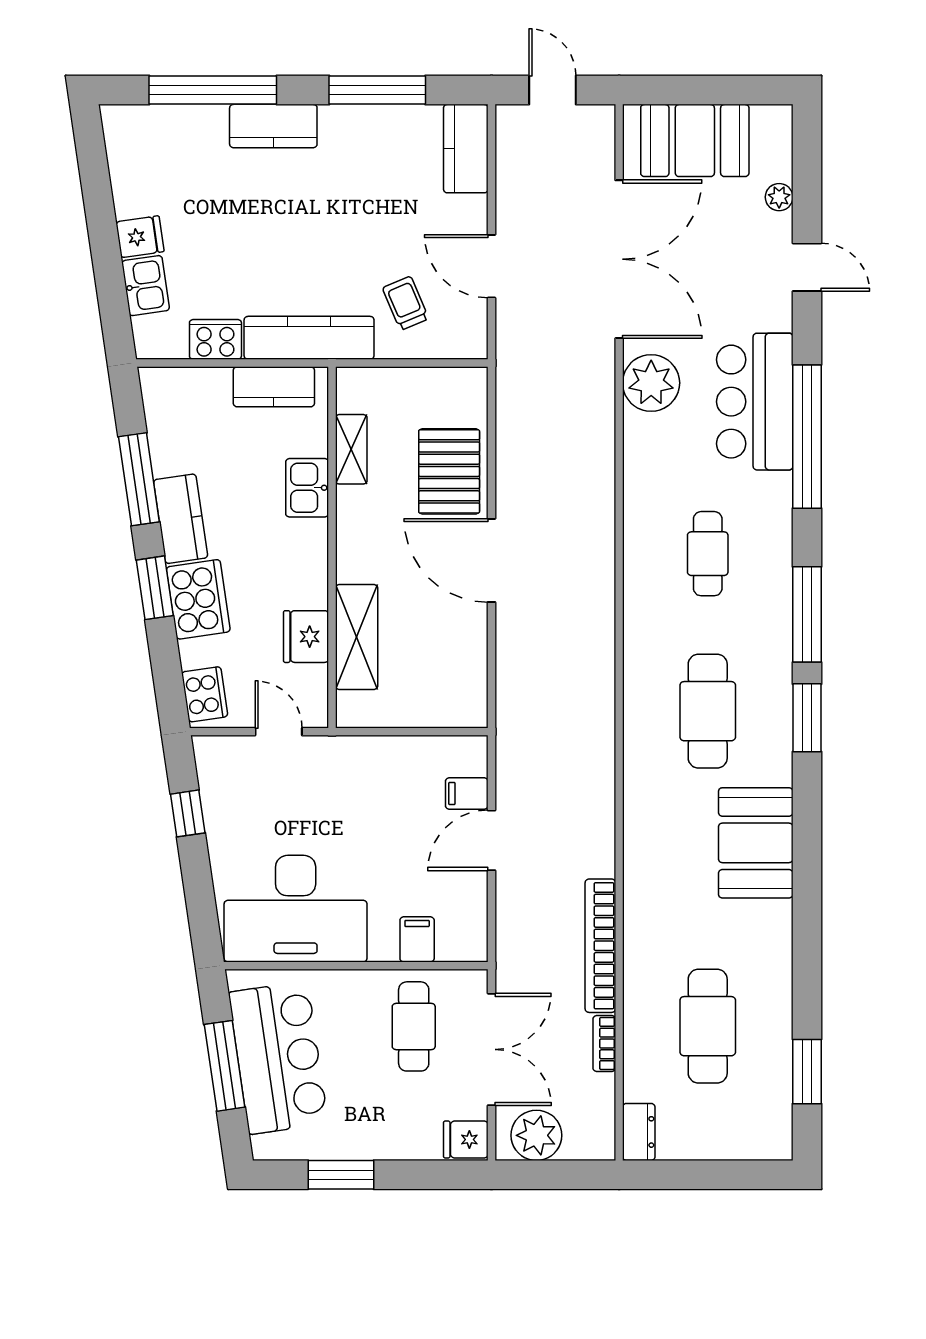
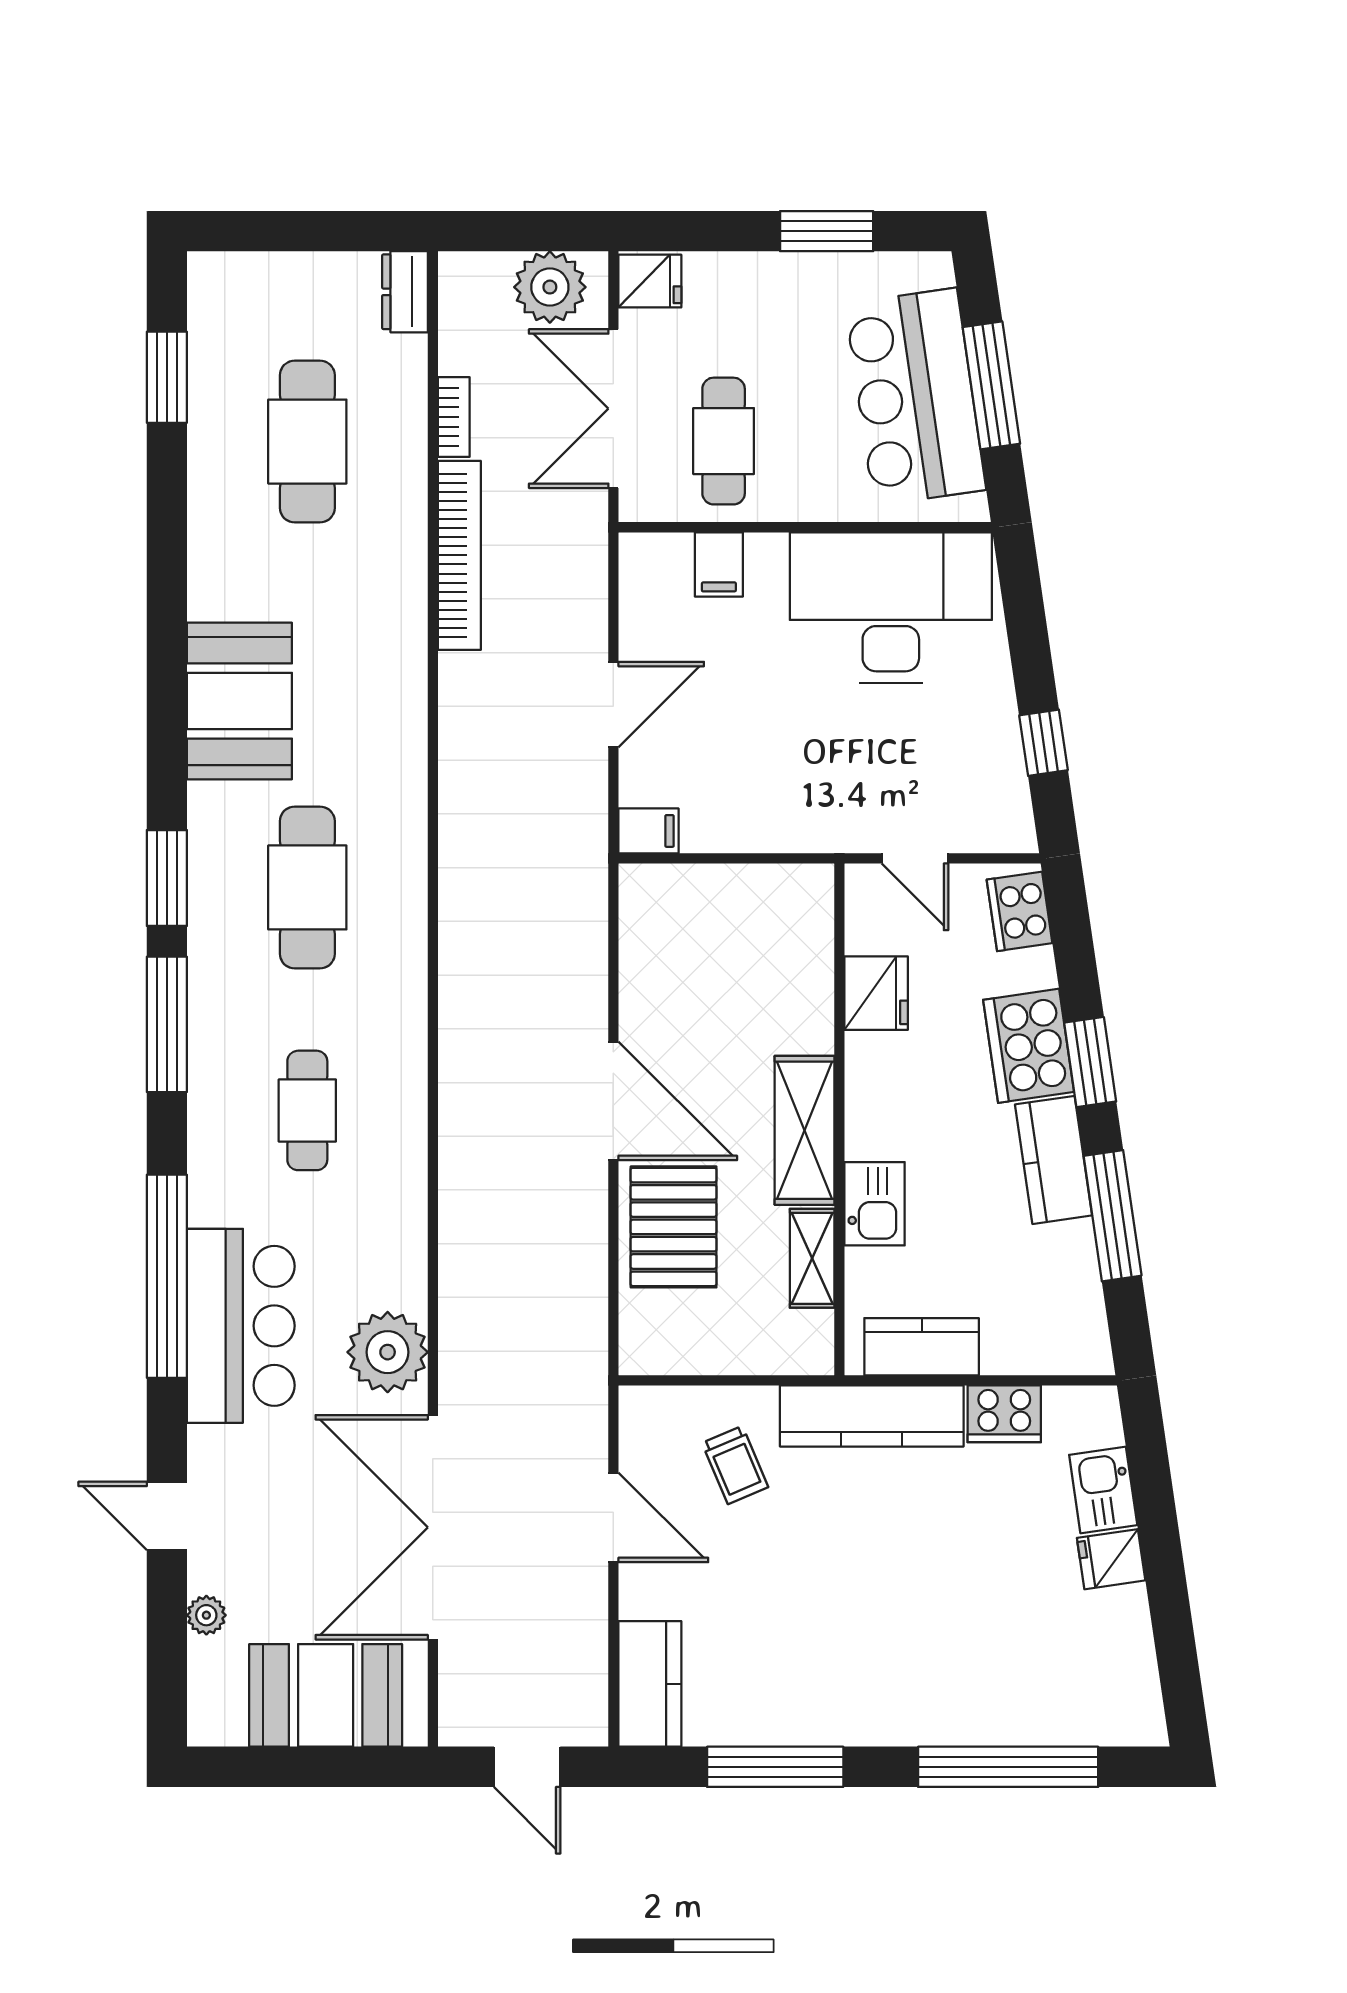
kitchen counter: (273, 126) -> (922, 1716), removed
shelving: (357, 637) -> (804, 1130), moved
filing cabinet: (467, 793) -> (649, 831), moved

